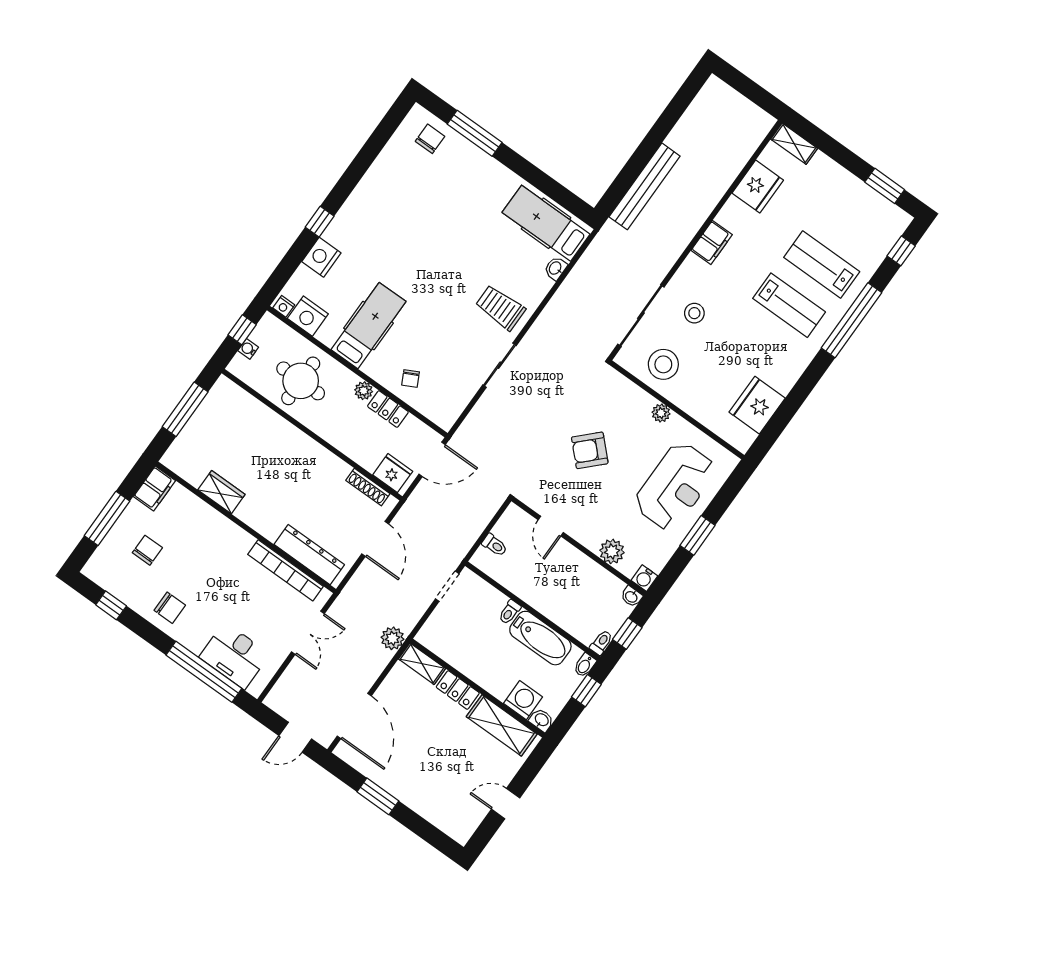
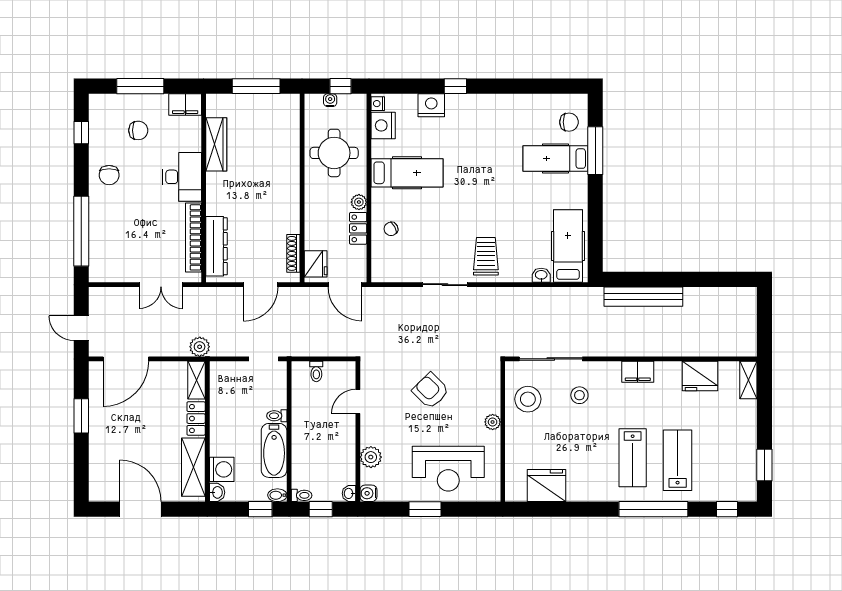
hospital bed: (455, 176) -> (556, 159), added
wardrobe: (221, 492) -> (216, 144), width x1.50
desk: (235, 656) -> (182, 177), moved, turned 180
door: (506, 804) -> (140, 509), width x1.88

